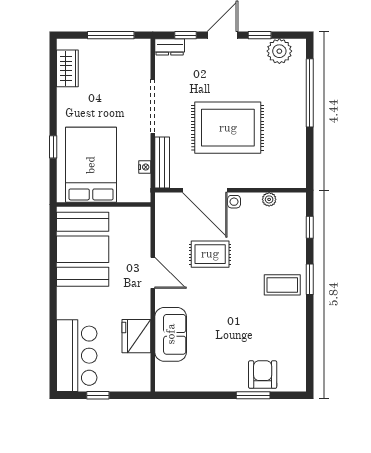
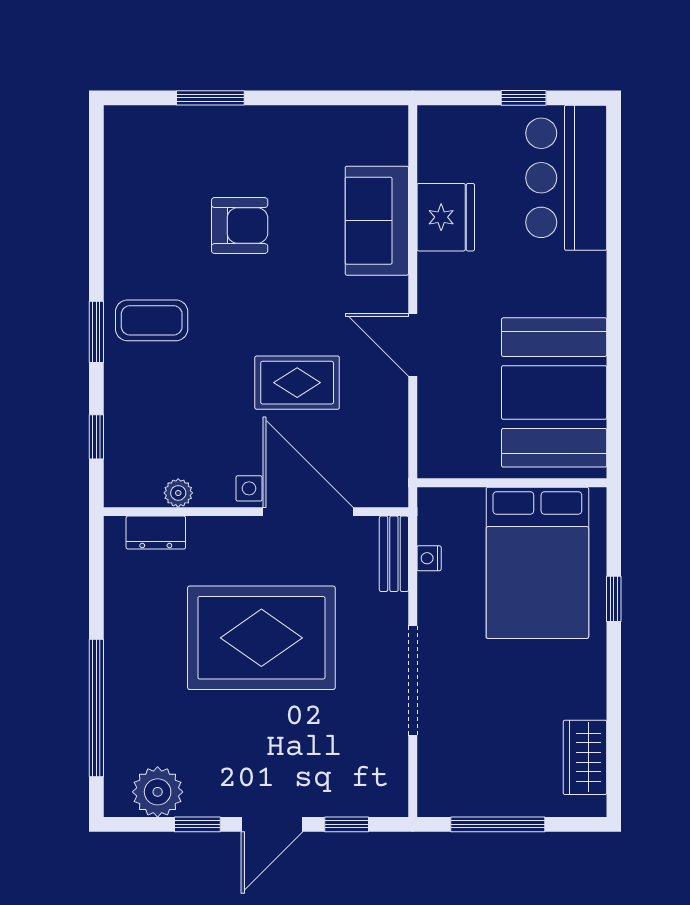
dresser: (170, 47) -> (156, 533), moved, turned 180
bench: (162, 162) -> (394, 554), width x0.73
armchair: (263, 375) -> (240, 226), moved, turned -90

